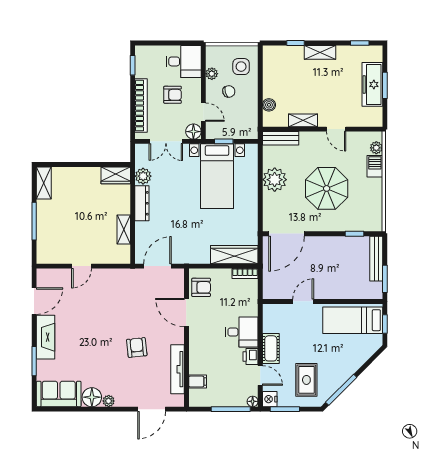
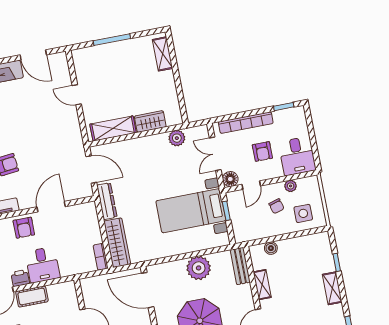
wardrobe: (116, 175) -> (150, 122), moved, turned 90
shelving: (44, 183) -> (163, 54), moved, turned 90
dresser: (142, 203) -> (107, 201), moved, turned -90
shelving: (124, 230) -> (113, 128), width x1.50, depth x1.33
armchair: (201, 287) -> (24, 228), moved

